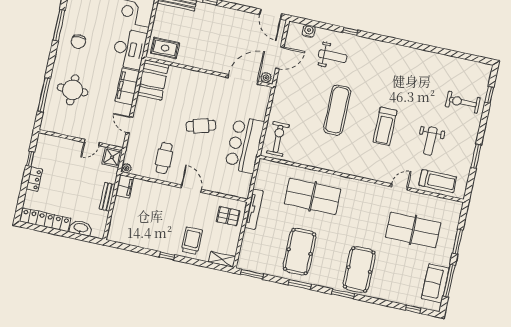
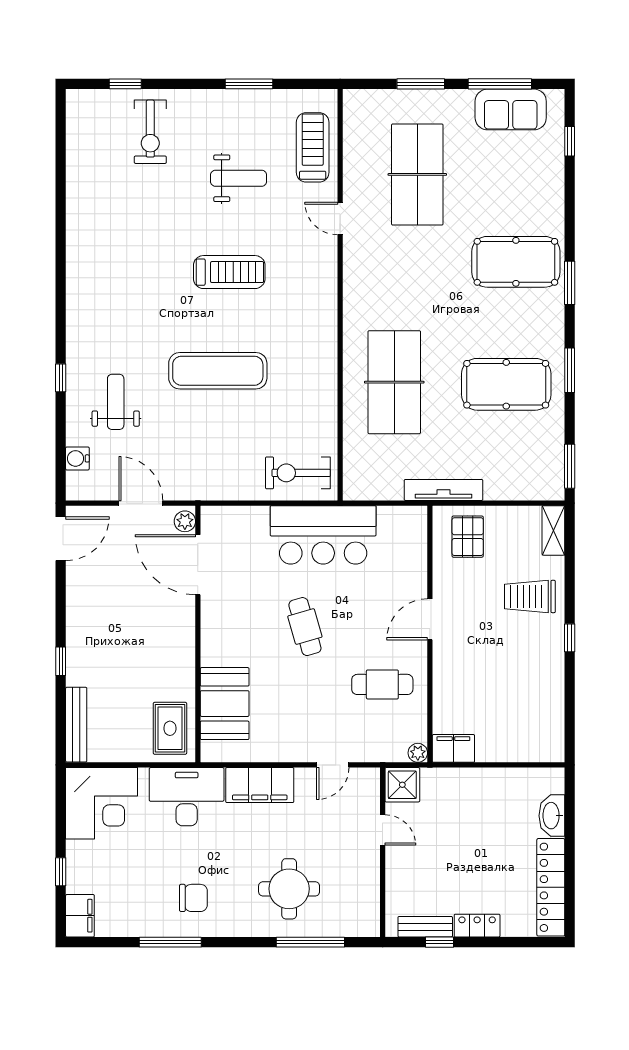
booth: (153, 80) -> (225, 704), moved, turned 90
bench: (107, 197) -> (425, 927), moved

